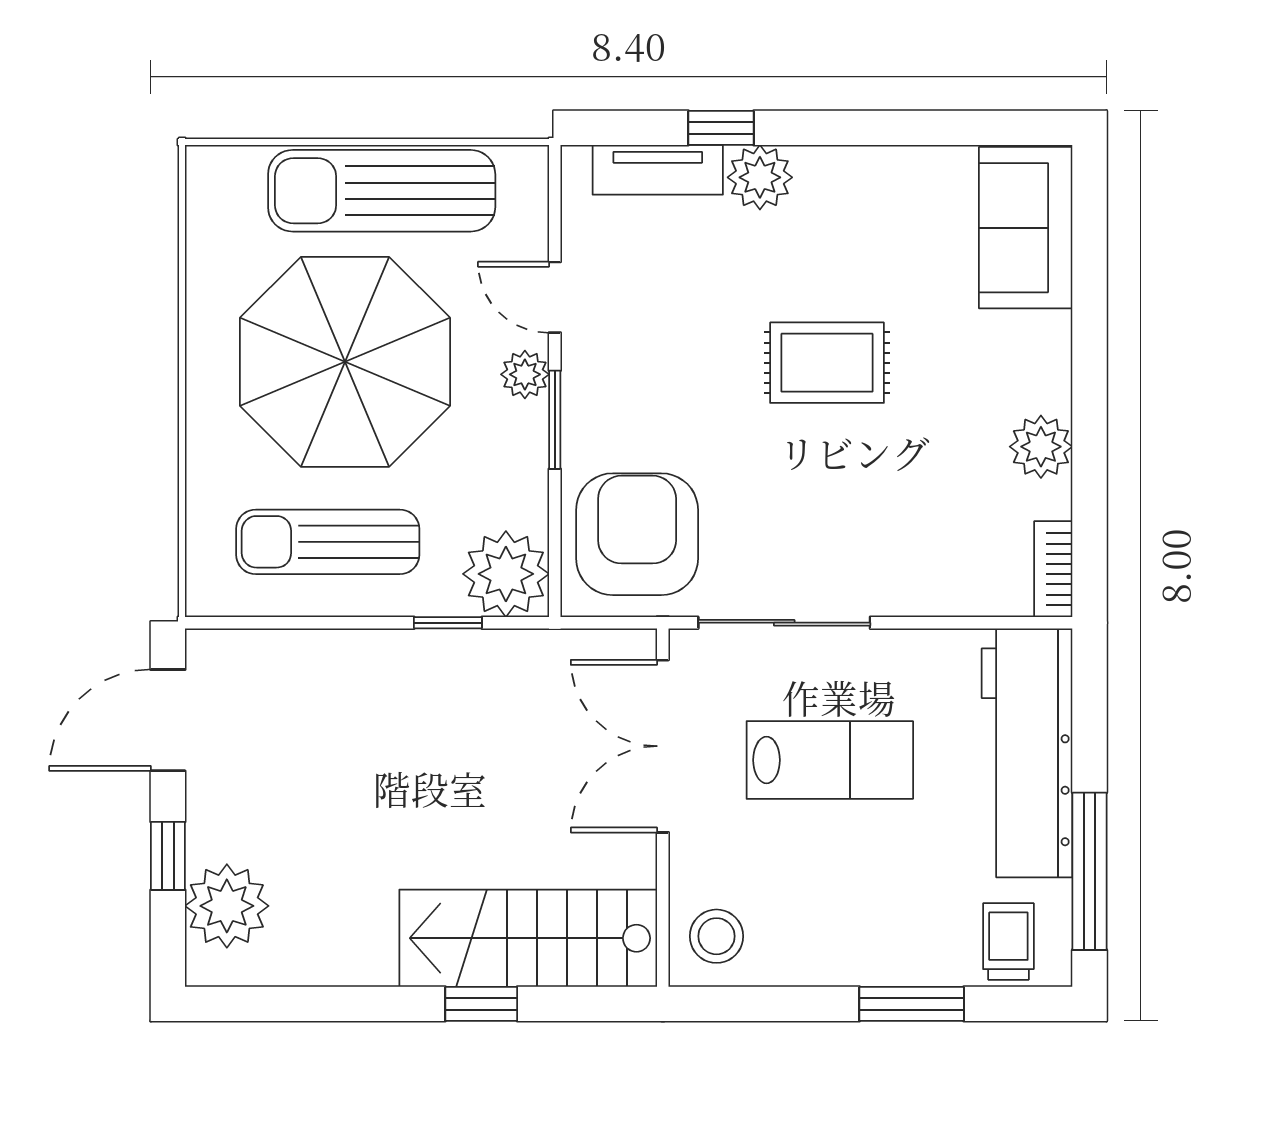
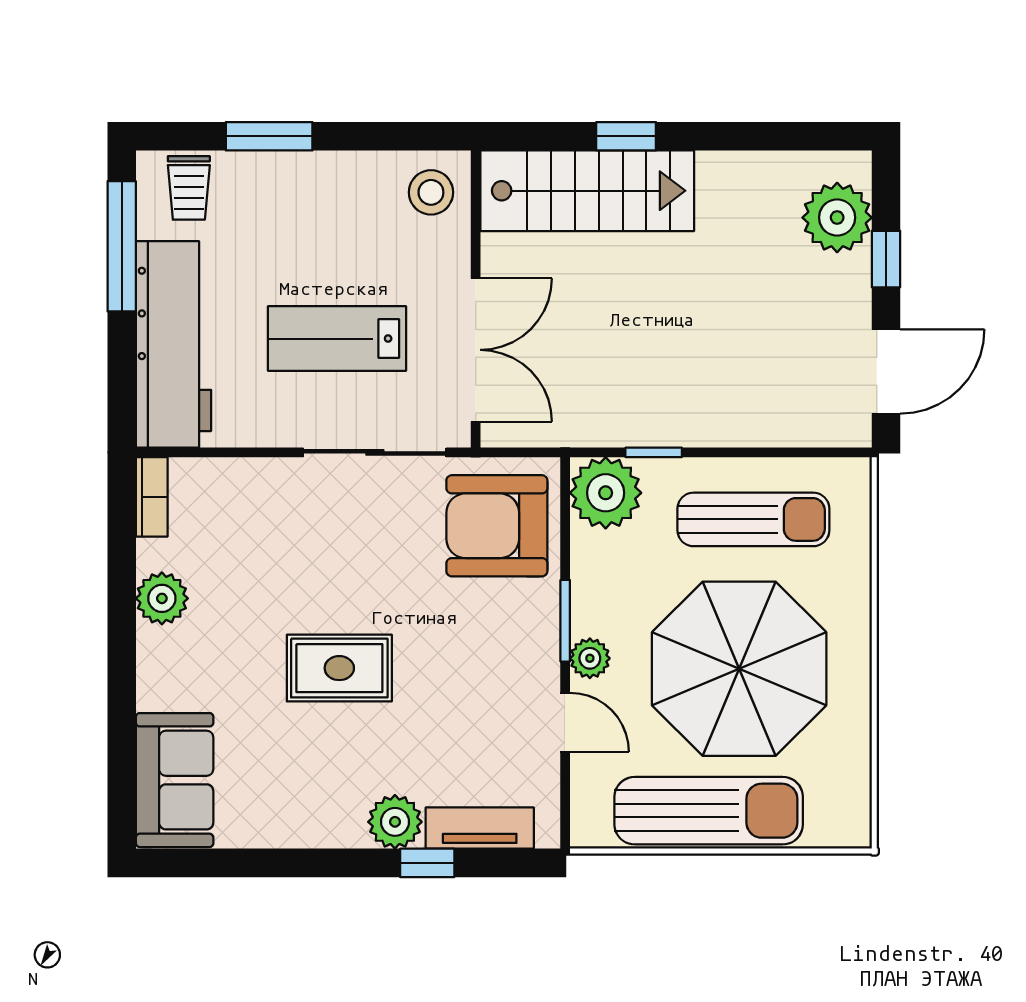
armchair: (637, 534) -> (497, 526), turned 90

